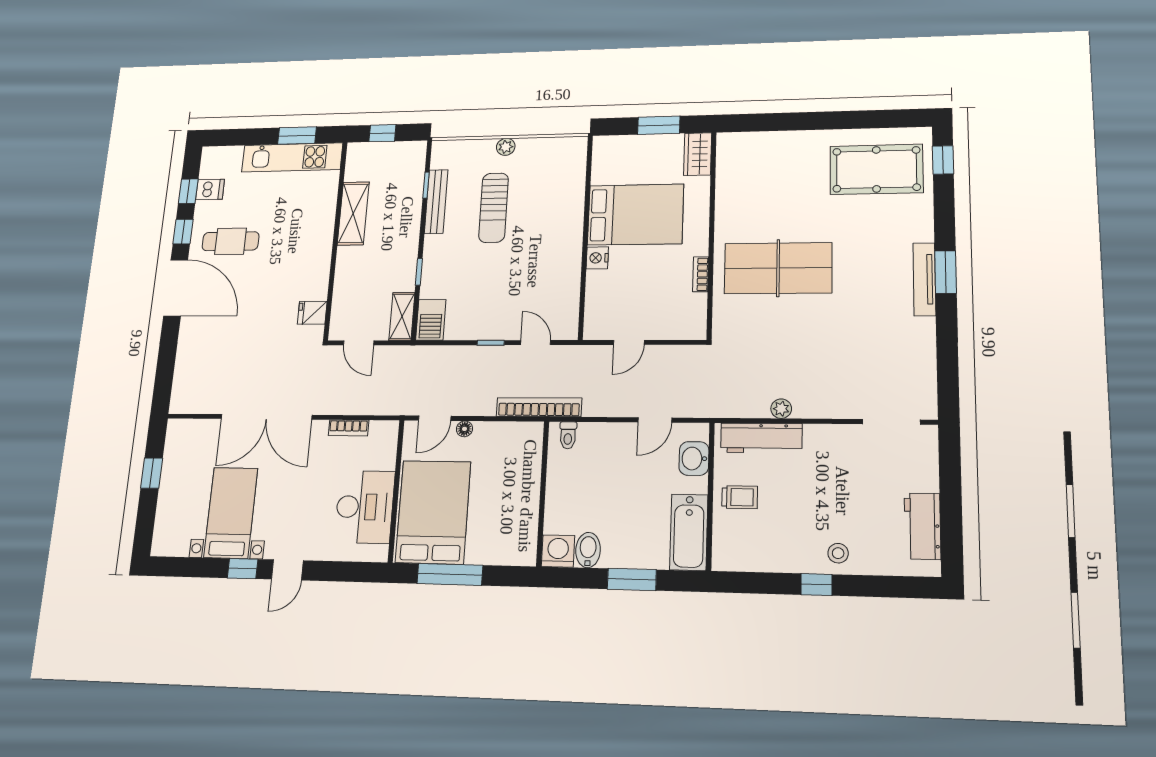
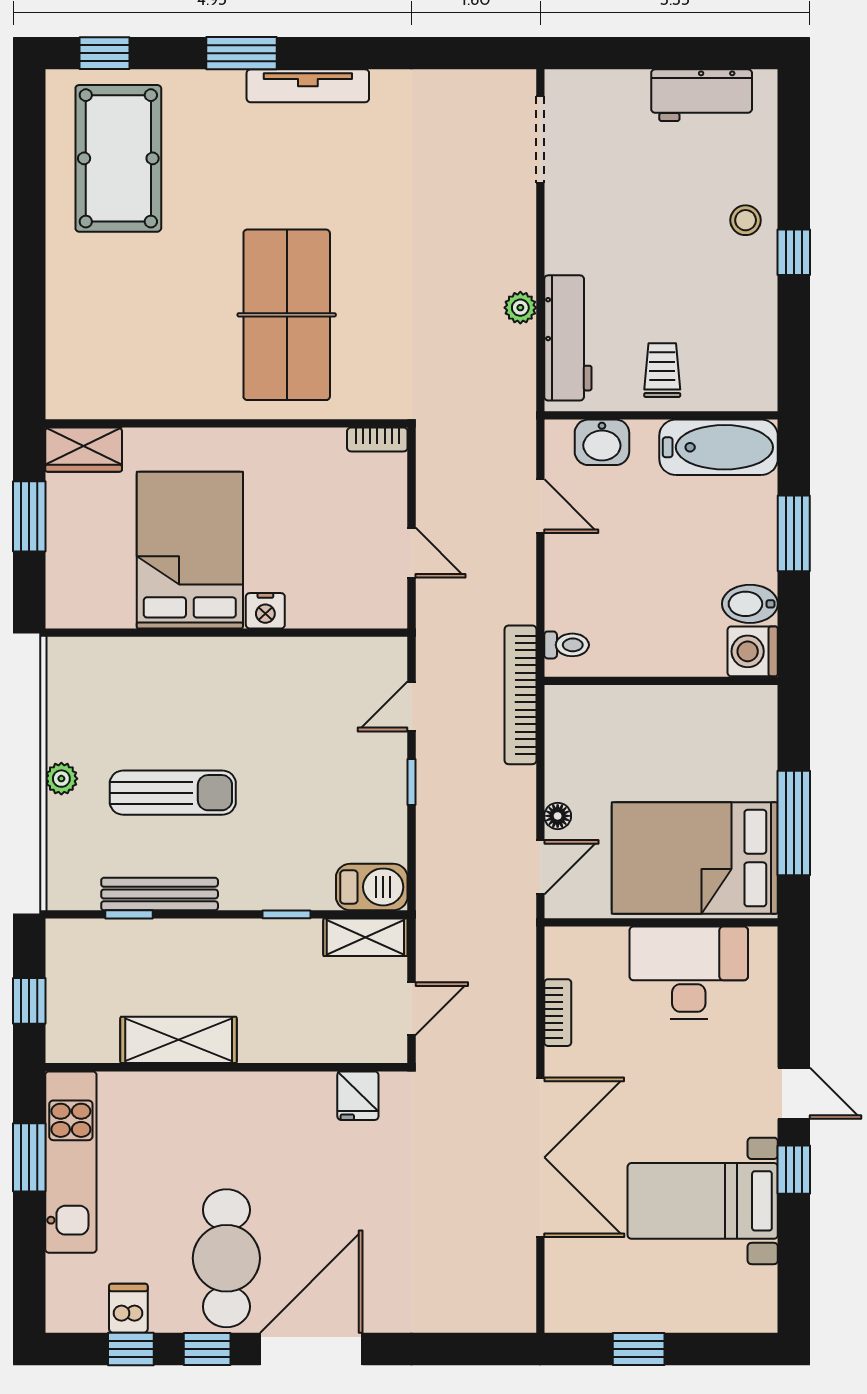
cafe table: (231, 241) -> (226, 1258), width x1.37, depth x1.35
window: (946, 272) -> (241, 53), moved
bookcase: (701, 274) -> (377, 439), moved
door: (435, 418) -> (540, 867), hinge flipped

